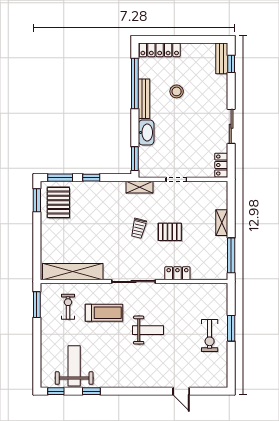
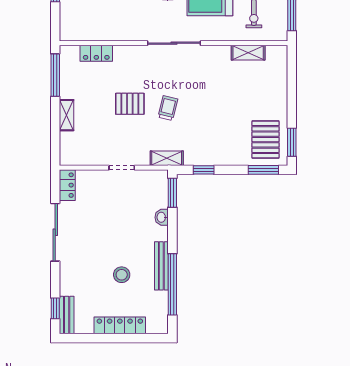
locker: (160, 50) -> (120, 325), moved
sliding door: (231, 126) -> (55, 232), width x1.37
washbasin: (146, 132) -> (162, 217), width x0.52, depth x0.69
window: (91, 178) -> (204, 170), moved
shelving: (73, 272) -> (248, 53), width x0.45, depth x0.75
locker: (177, 273) -> (96, 53), moved

